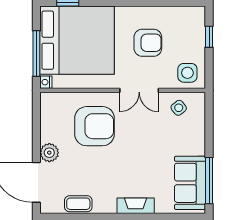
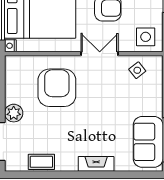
double door: (139, 90) -> (100, 54), swing flipped
armchair: (95, 126) -> (57, 88), turned -90

